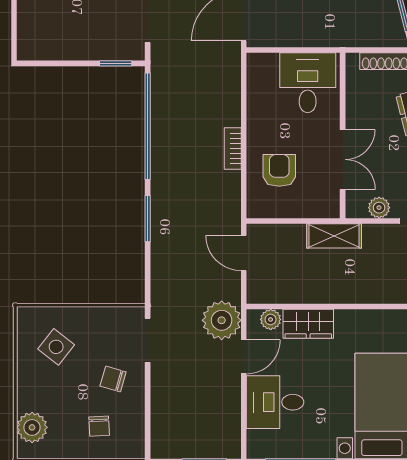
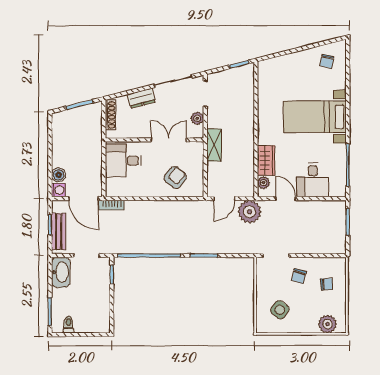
bookcase: (233, 148) -> (112, 205), moved
armchair: (279, 170) -> (175, 177), turned 129
plant: (222, 320) -> (249, 212), moved

